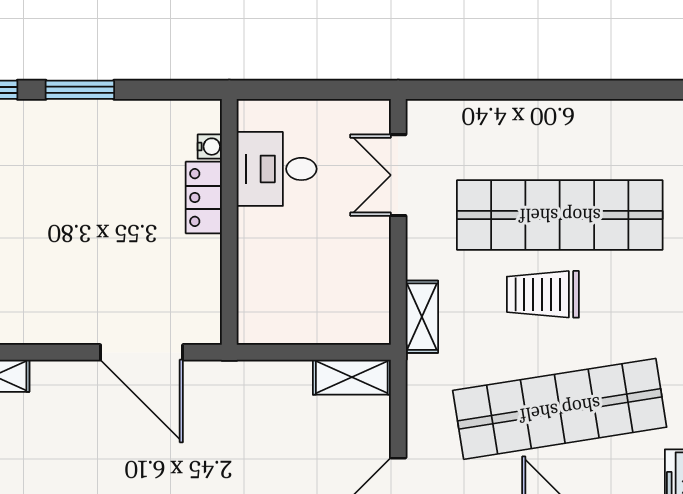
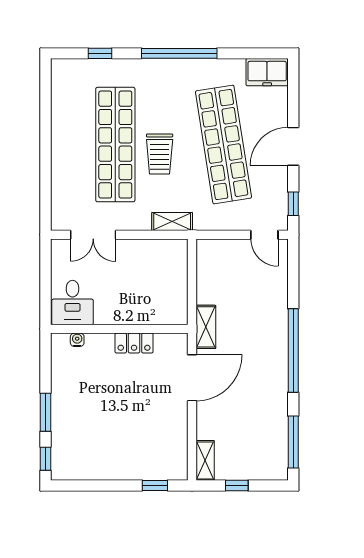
desk: (277, 169) -> (73, 302), moved
locker: (204, 198) -> (134, 343), moved
shelving: (352, 377) -> (206, 327), moved

